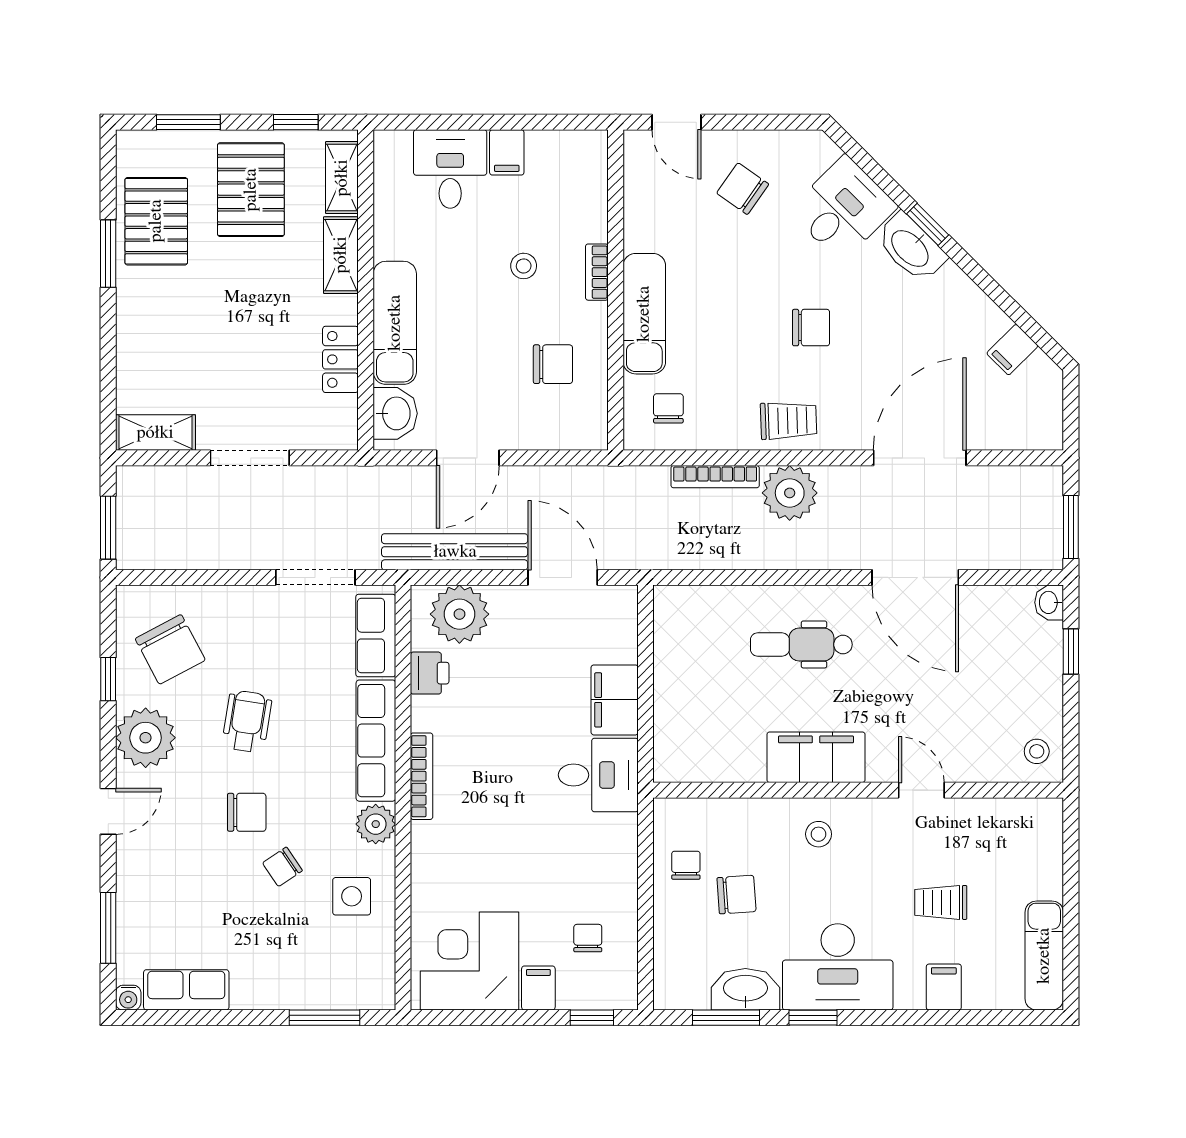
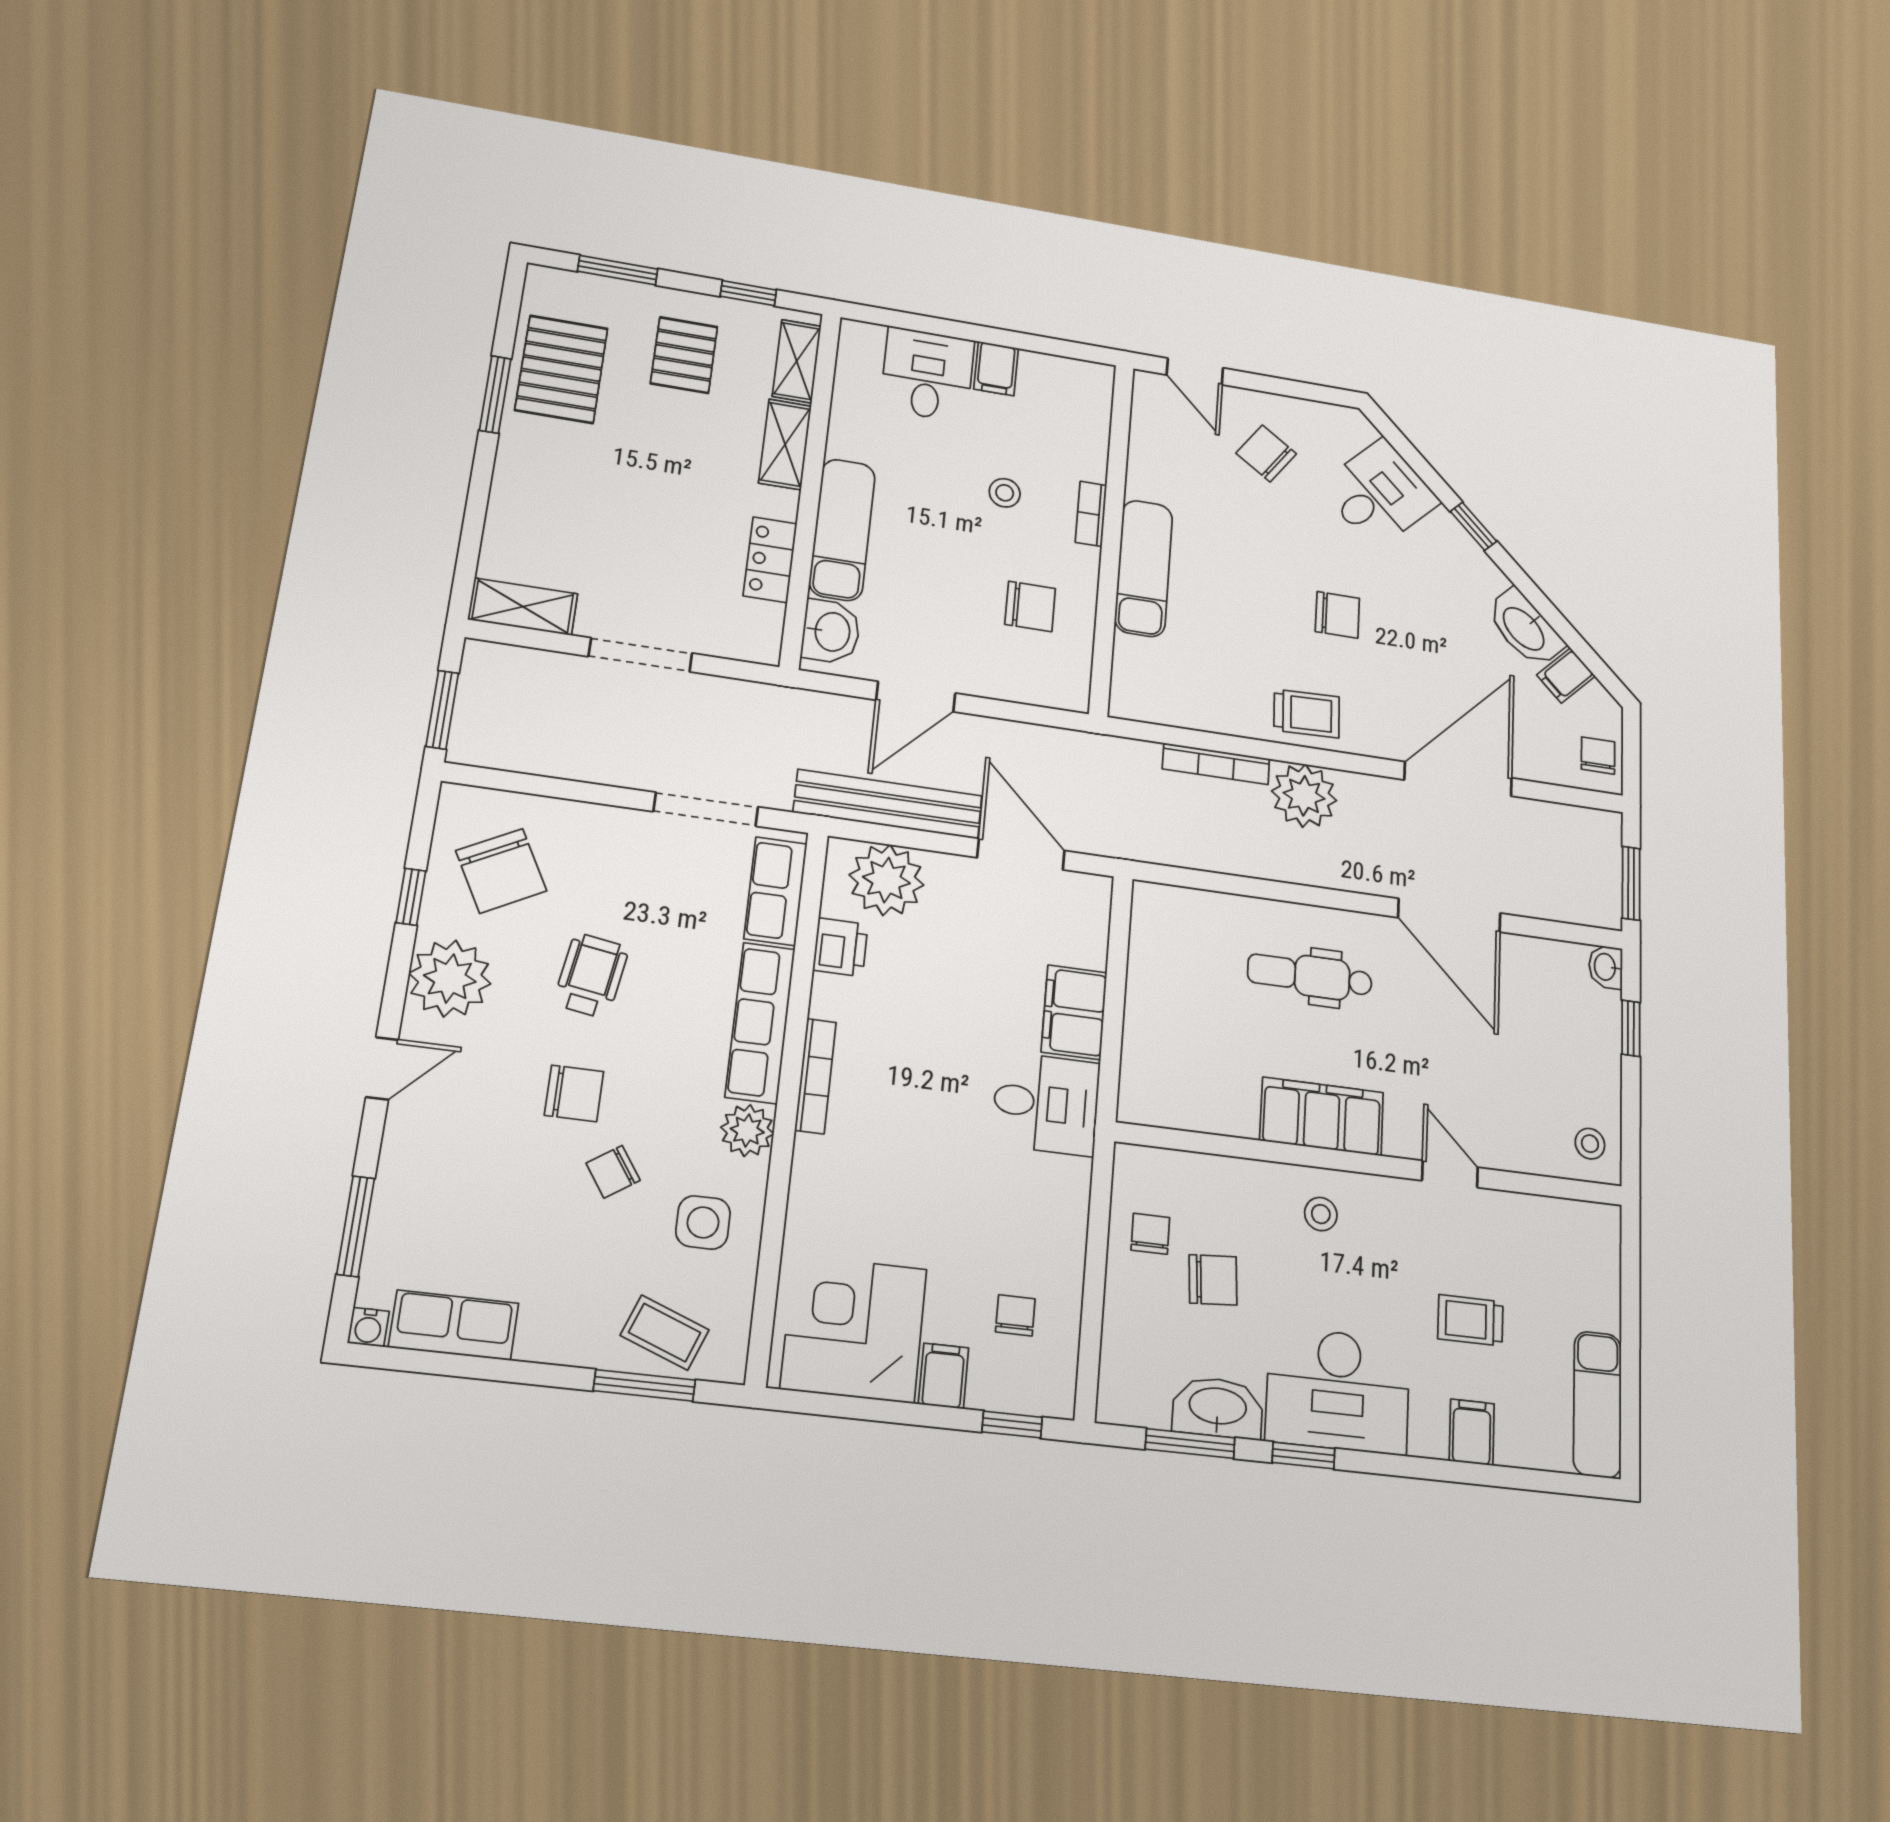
pallet: (251, 190) -> (684, 355), width x0.67, depth x0.71
washbasin: (911, 248) -> (1525, 628), moved
chair: (668, 408) -> (1598, 756), moved
coffee table: (334, 979) -> (665, 1333), added

